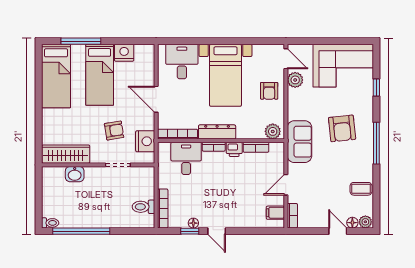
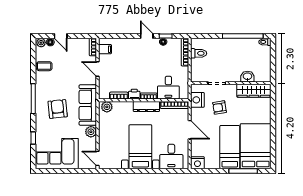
nightstand: (124, 53) -> (197, 163), moved
bed: (56, 76) -> (256, 146), width x1.50
plant: (295, 80) -> (91, 132), moved
armchair: (269, 91) -> (109, 136), removed
sofa: (300, 142) -> (88, 105), width x1.36
door: (286, 185) -> (98, 69), swing flipped

